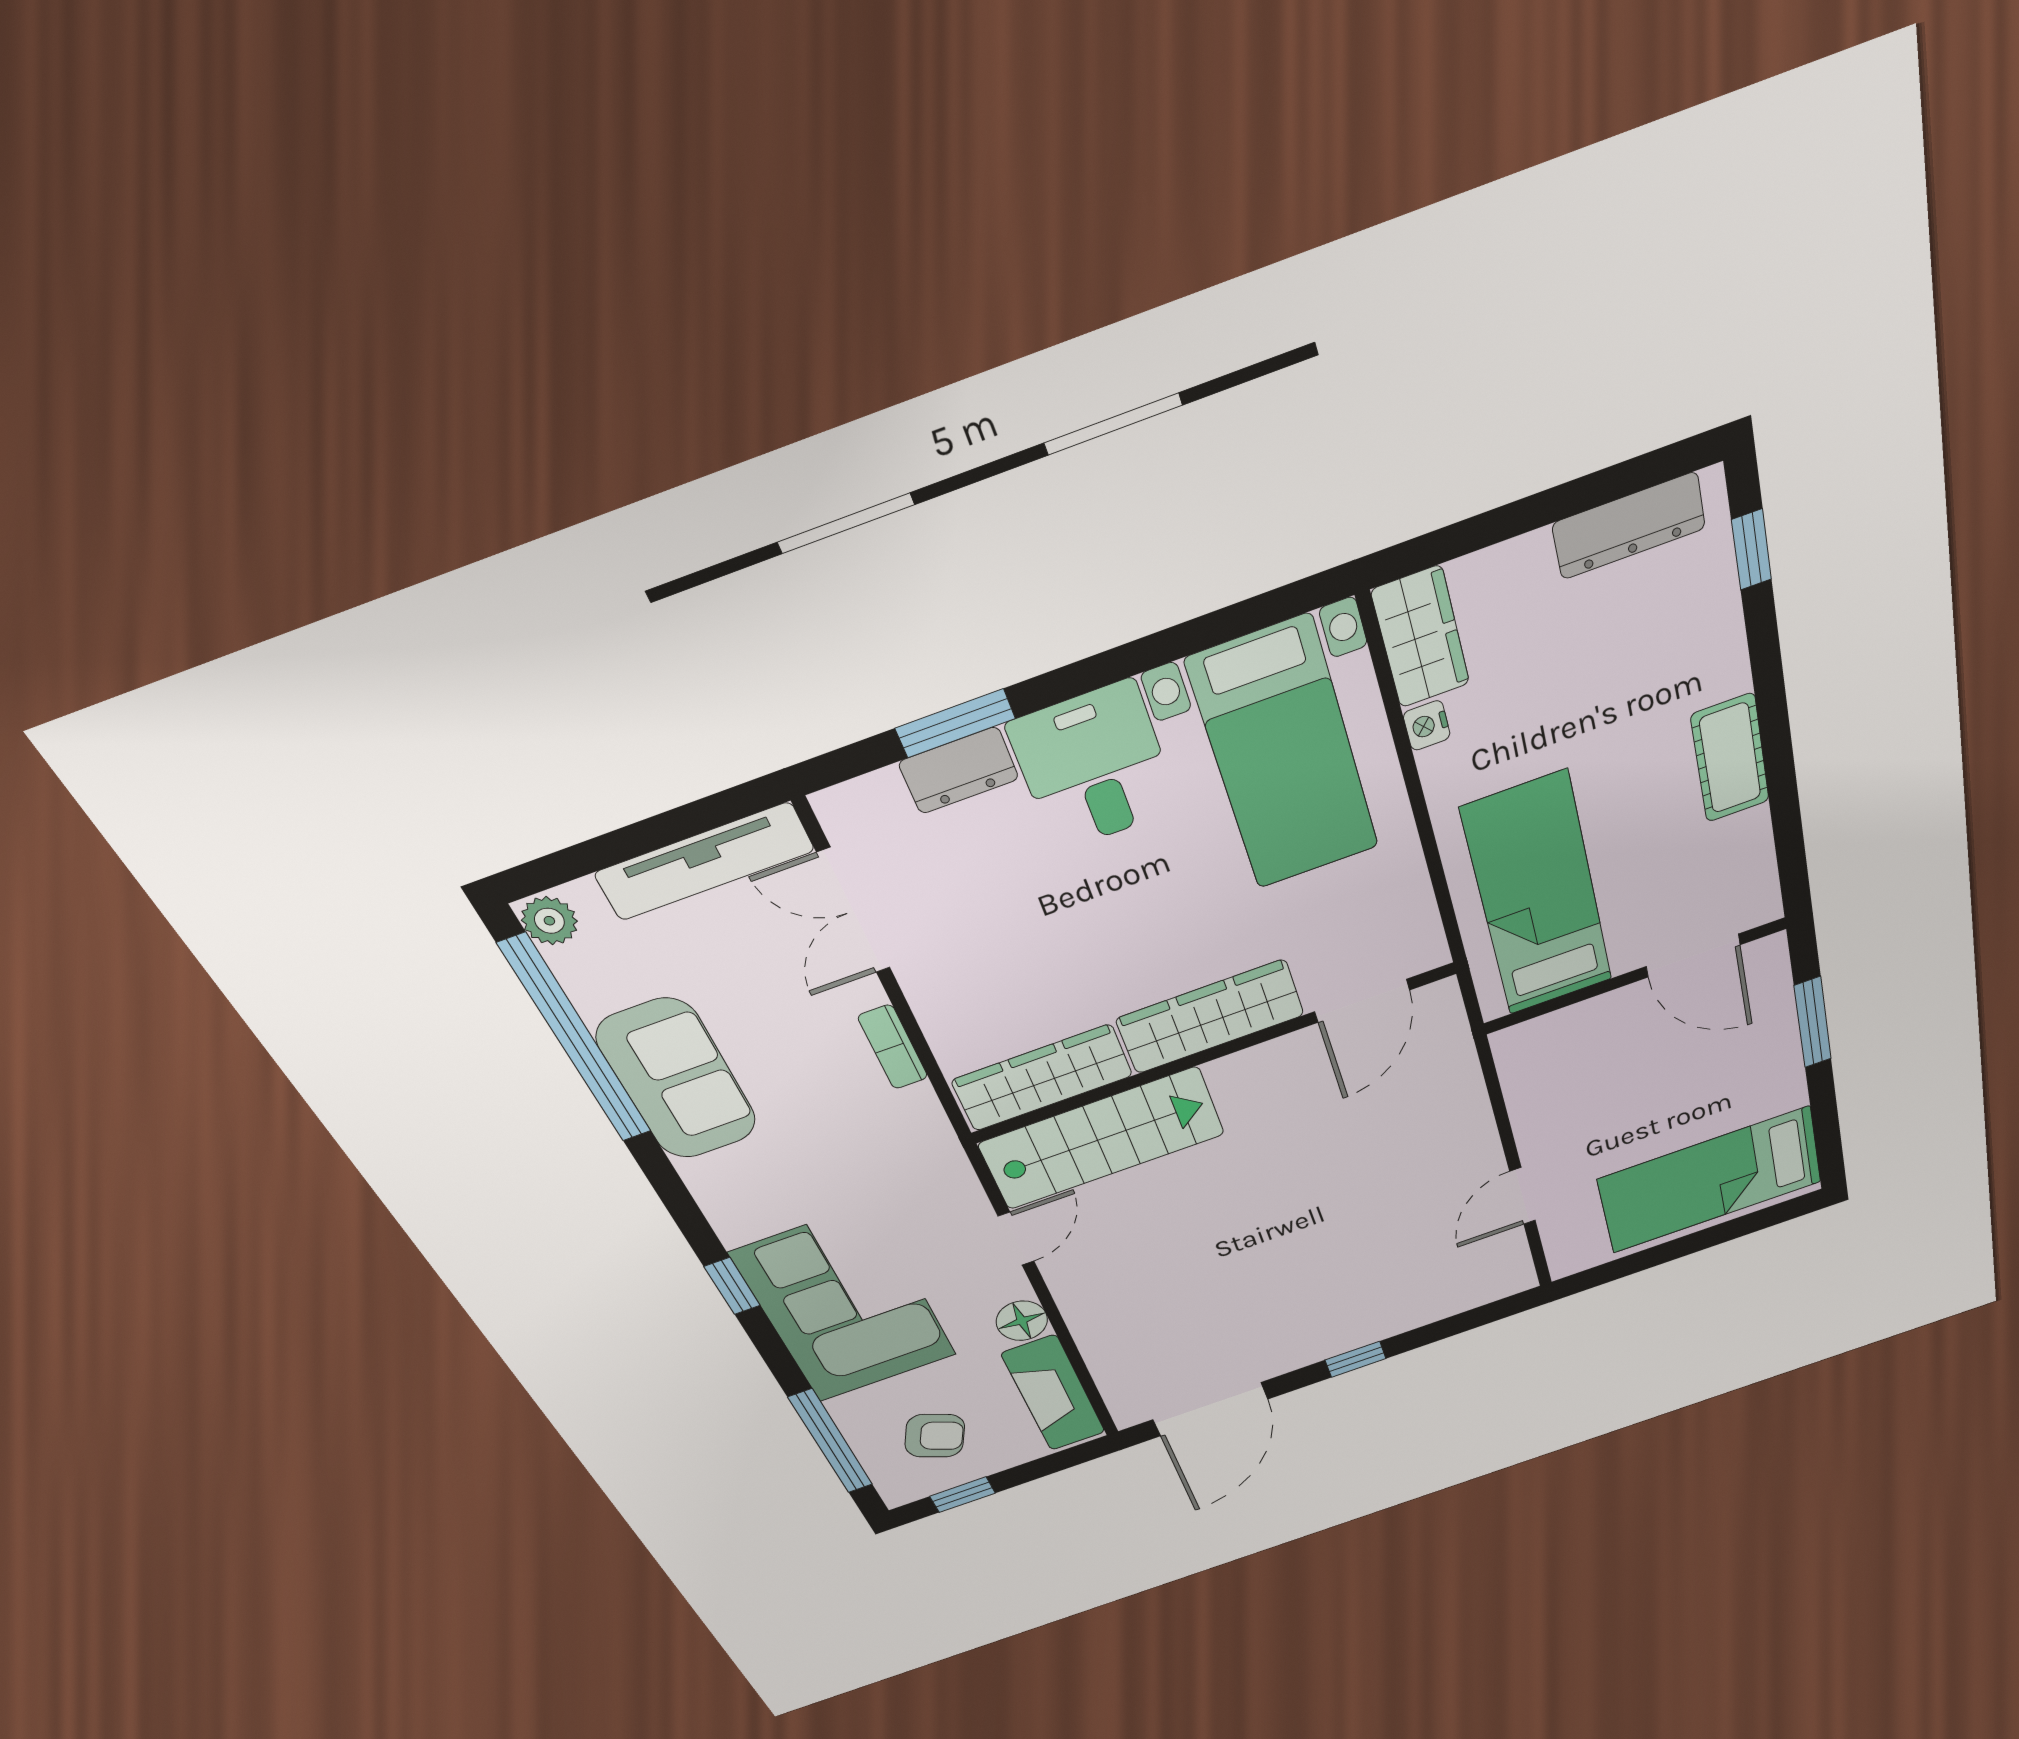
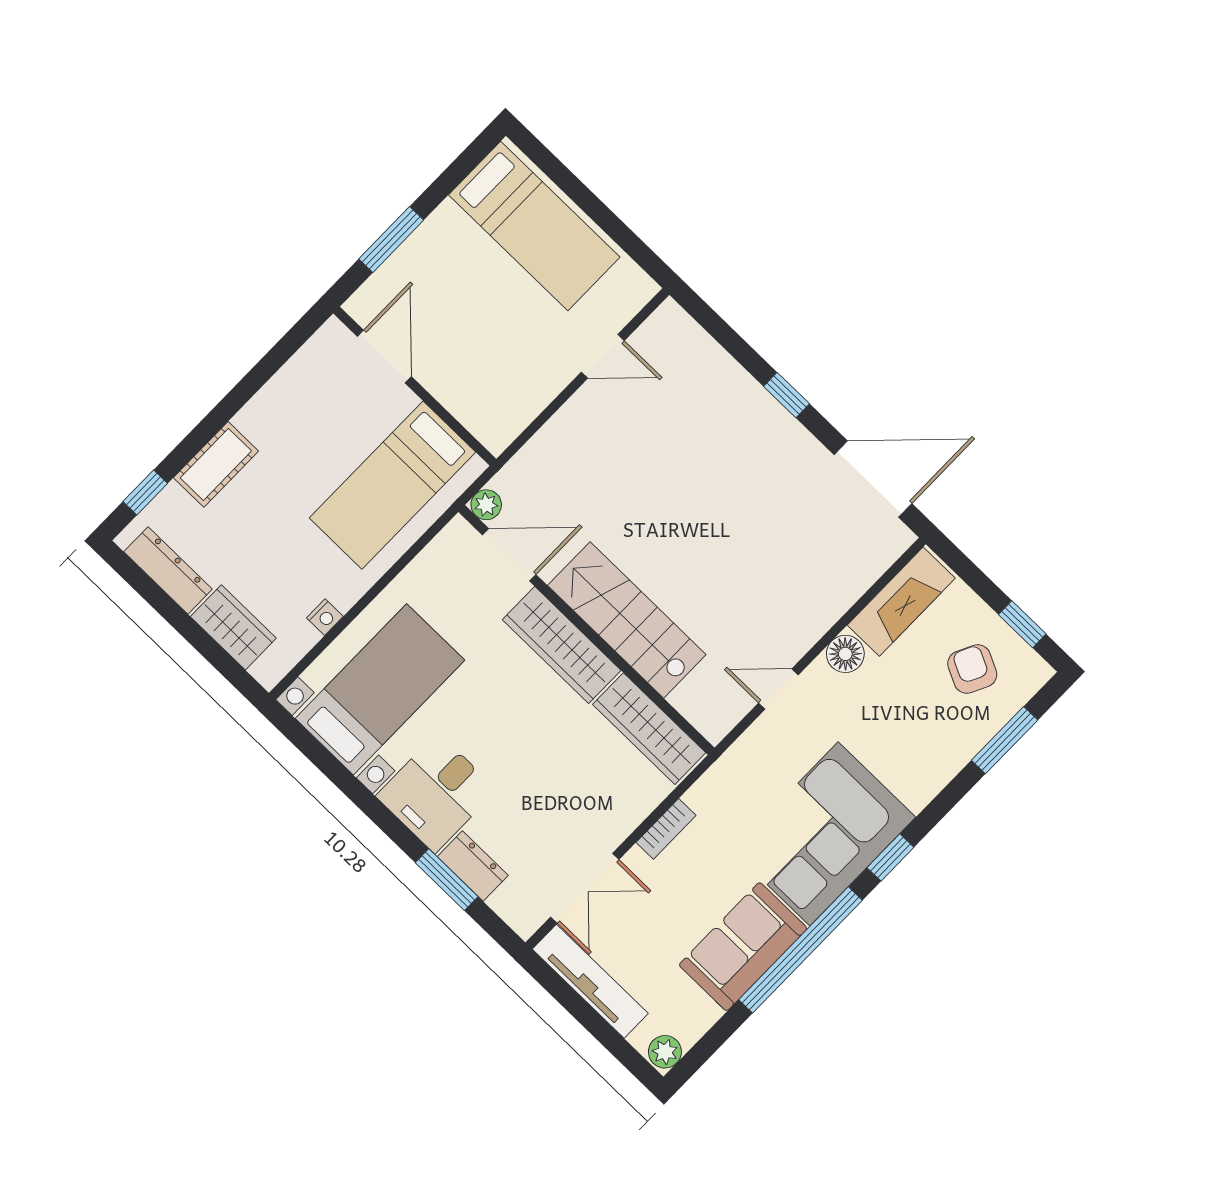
wardrobe: (1421, 637) -> (233, 627), moved, turned 90
cot: (1730, 758) -> (216, 464), moved
plant: (1440, 999) -> (486, 505), added
window: (576, 1040) -> (801, 950), moved
stairs: (1102, 1139) -> (627, 620), moved
corner sofa: (845, 1305) -> (824, 834), moved
window: (831, 1442) -> (1005, 740), width x0.69

